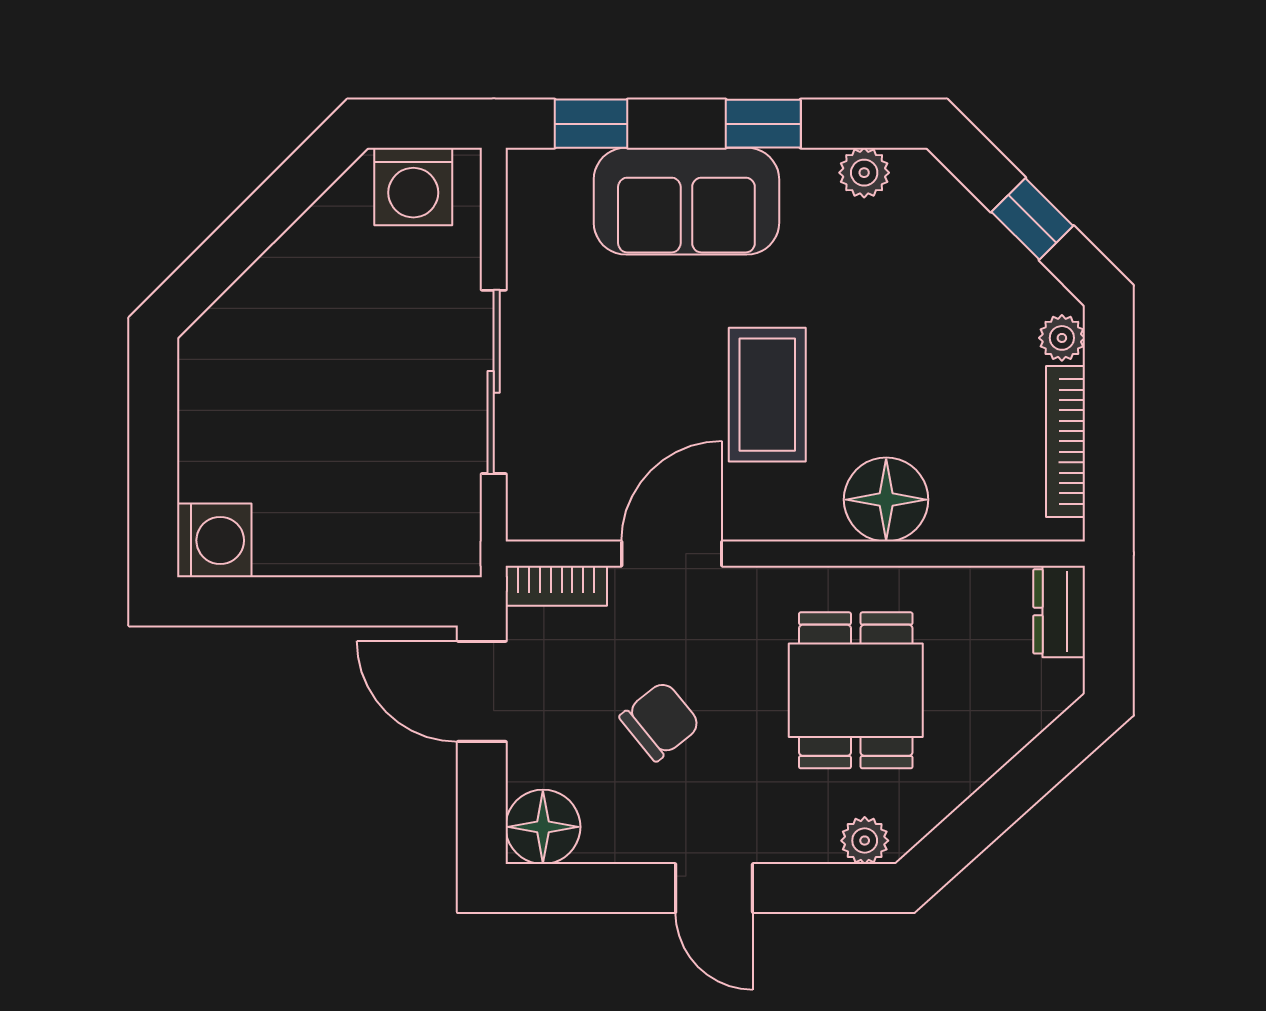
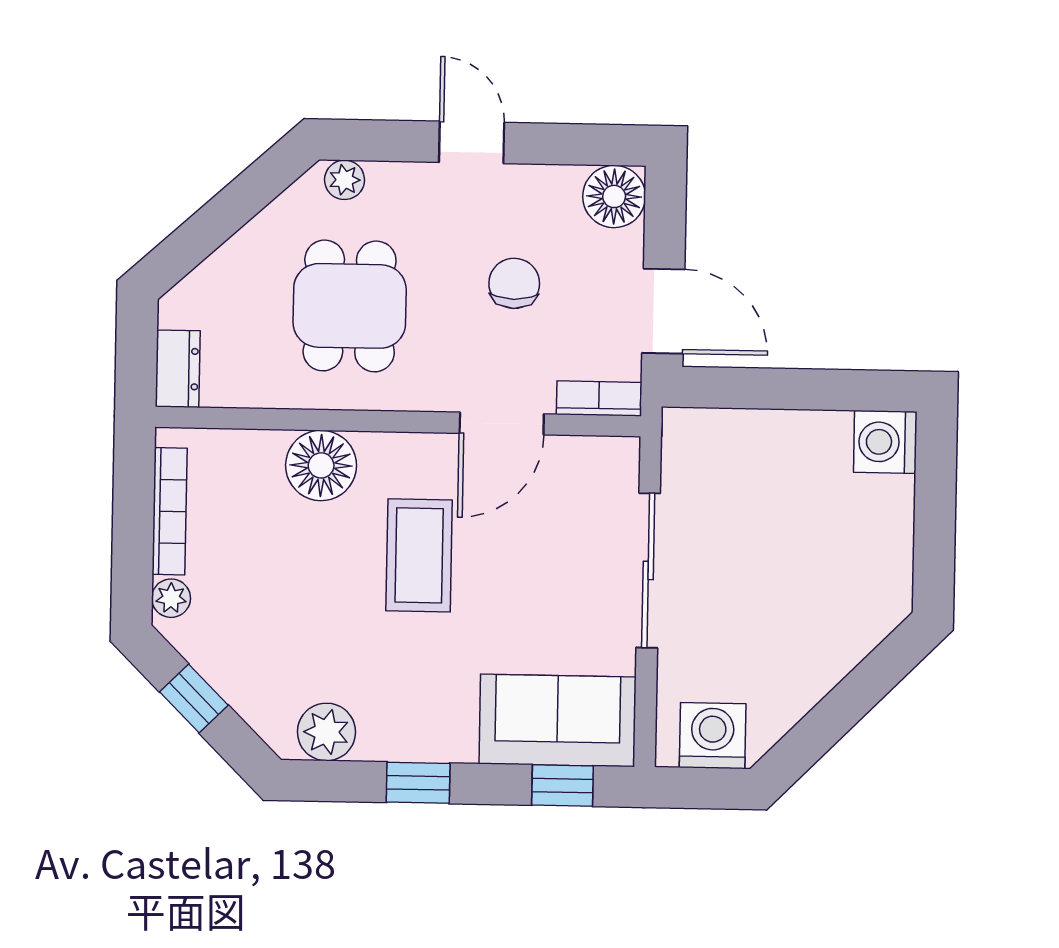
plant: (864, 173) -> (326, 732), width x1.38, depth x1.38
sofa: (686, 201) -> (558, 720), moved
chair: (660, 721) -> (514, 283), turned 129

